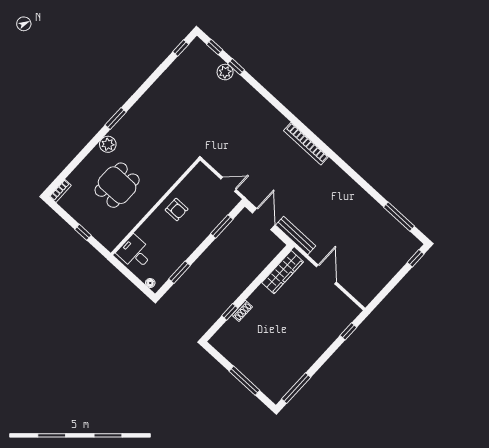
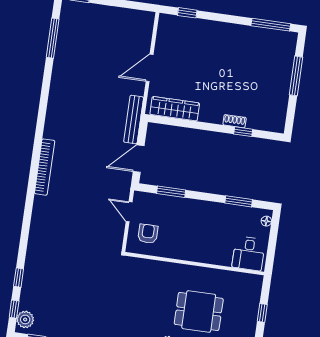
plant: (225, 72) -> (25, 319), moved
armchair: (177, 210) -> (148, 234), moved

